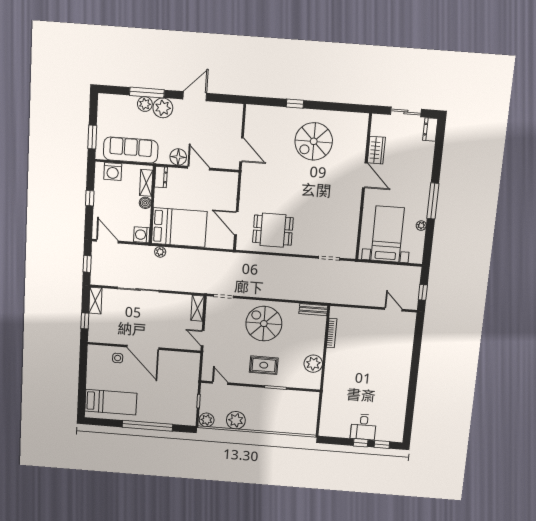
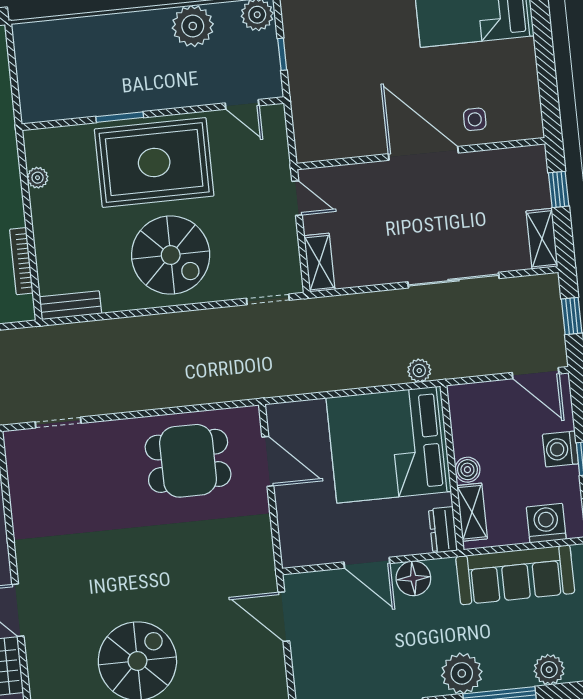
plant: (145, 104) -> (549, 670), moved
bed: (179, 227) -> (389, 445), width x1.36
washing machine: (142, 235) -> (560, 449), moved, turned 180
plant: (313, 364) -> (38, 178), width x0.53, depth x0.53
rug: (264, 365) -> (154, 163), width x1.86, depth x2.06

